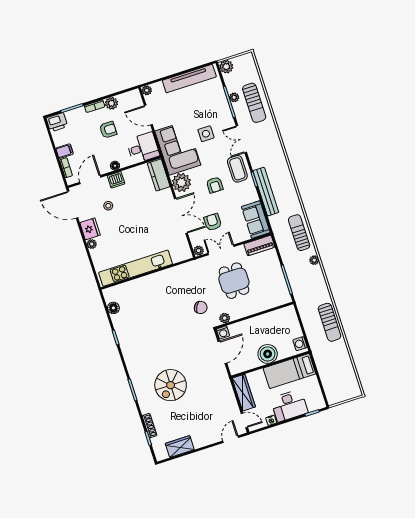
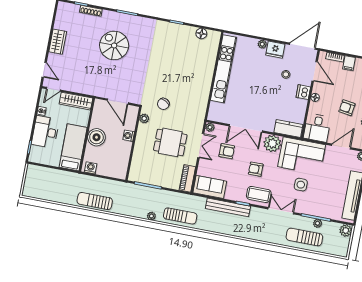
armchair: (108, 130) -> (347, 108), turned 98
washing machine: (223, 332) -> (129, 136), moved
wardrobe: (180, 447) -> (58, 42), moved

